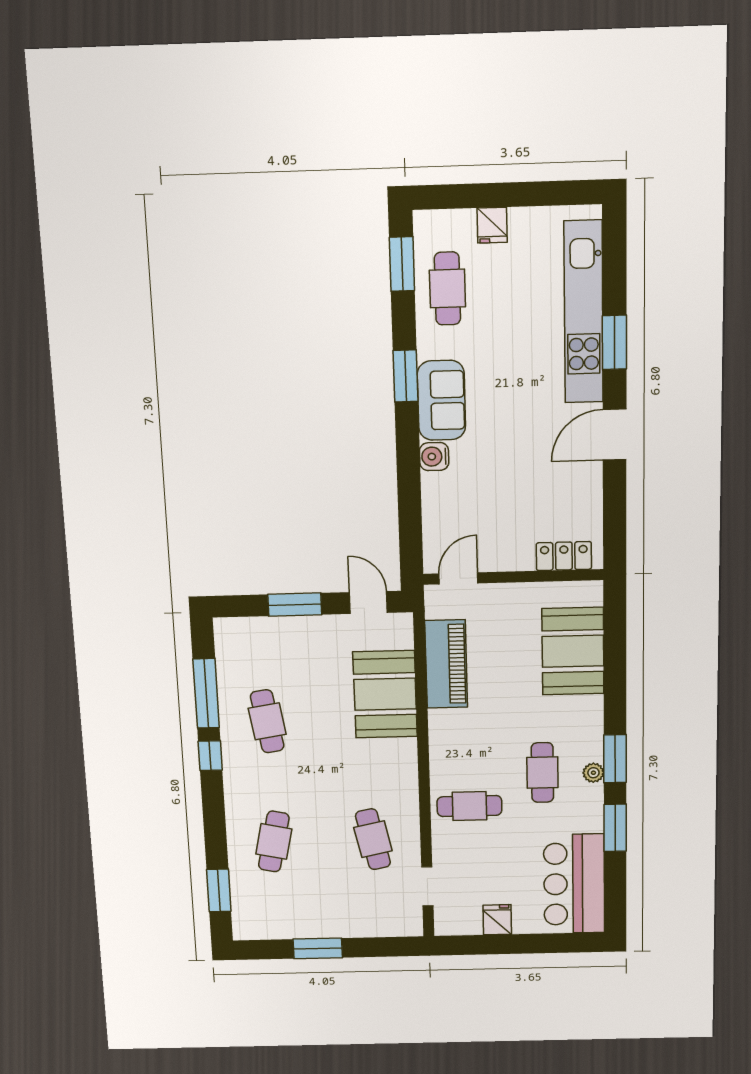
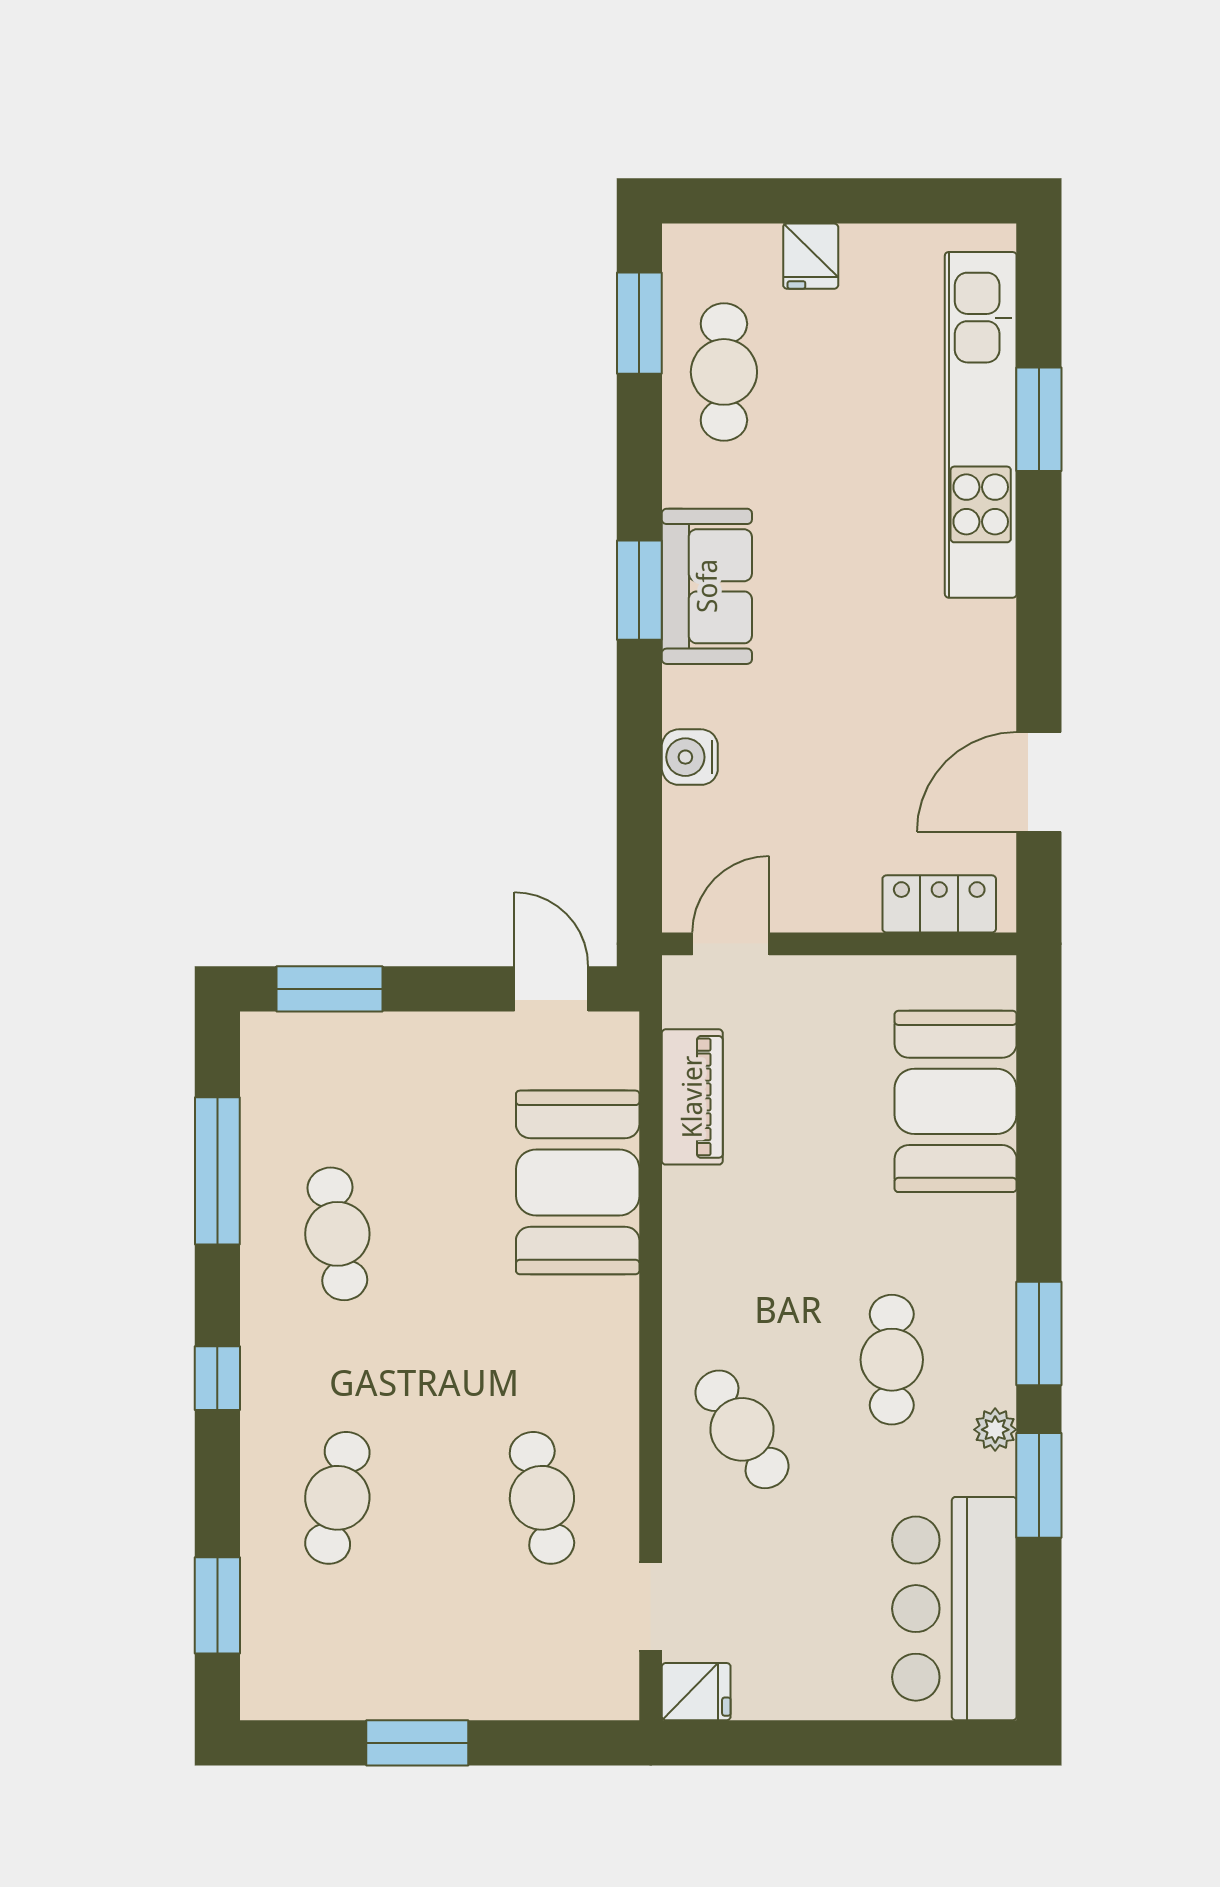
window: (614, 342) -> (1039, 419), moved
window: (406, 376) -> (639, 590), moved
door: (615, 435) -> (1039, 782), moved
water cooler: (434, 457) -> (690, 757), moved
window: (295, 605) -> (329, 989), moved
piano: (446, 664) -> (692, 1097), width x0.73, depth x0.75
window: (210, 756) -> (217, 1378), moved
plant: (593, 773) -> (995, 1430), moved
cafe table: (469, 806) -> (742, 1429), turned 57
fridge: (497, 920) -> (696, 1692), moved, turned 90

